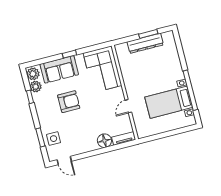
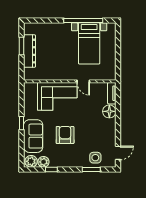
corner sofa: (102, 69) -> (57, 96), moved

